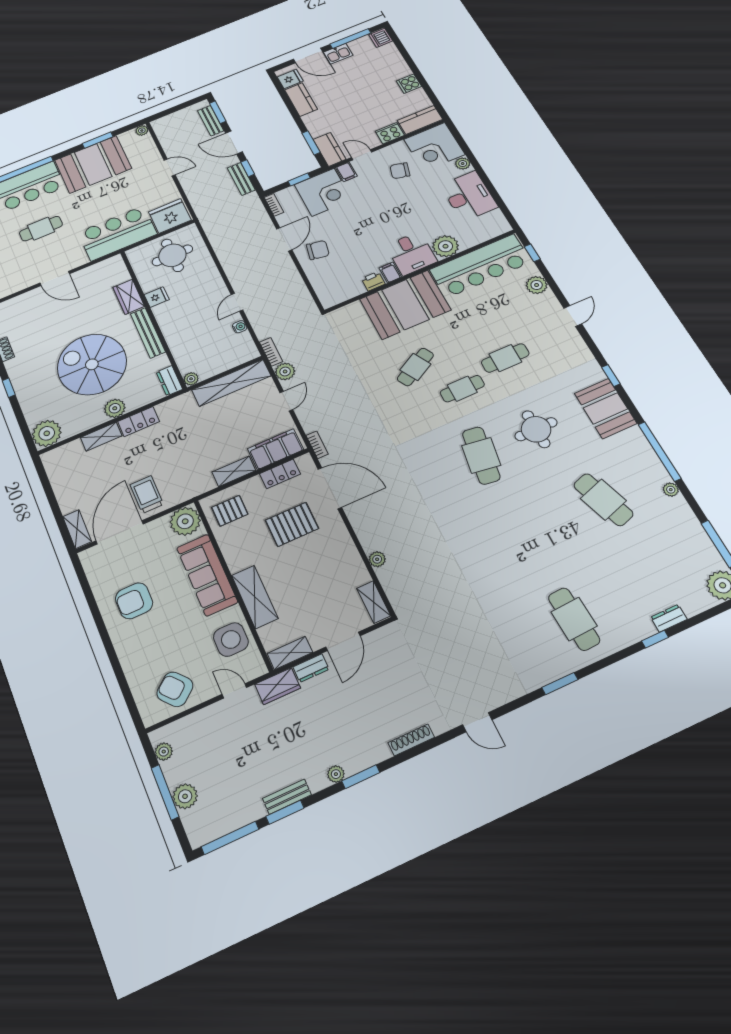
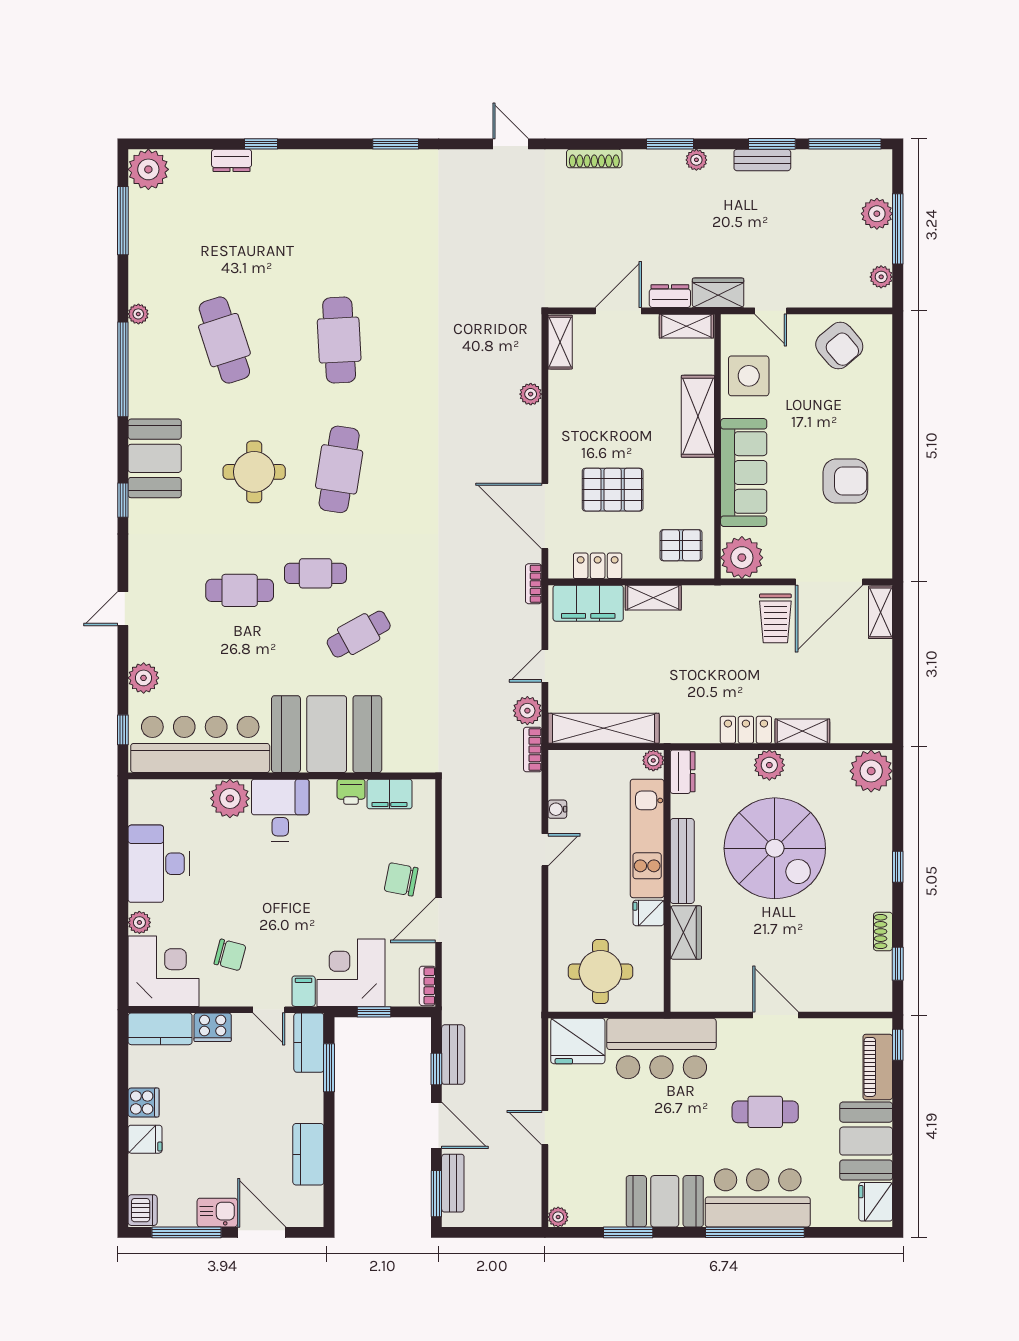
fridge: (290, 79) -> (145, 1139), moved, turned 180
booth: (93, 164) -> (665, 1201), width x0.73, depth x0.70
filing cabinet: (390, 273) -> (389, 794), moved, width x2.00
kitchen unit: (175, 335) -> (647, 838), added
cafe table: (574, 619) -> (339, 340), moved

